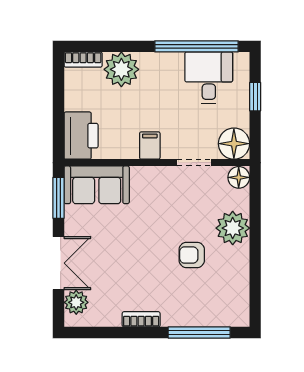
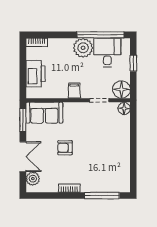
plant: (121, 69) -> (83, 48), moved
printer: (81, 136) -> (36, 74), moved
plant: (233, 228) -> (121, 137), removed
armchair: (192, 255) -> (65, 148), moved

